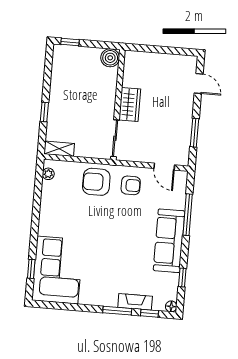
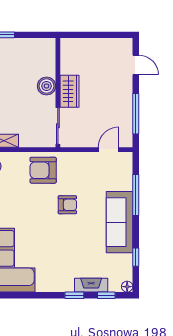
boiler: (110, 58) -> (46, 86), moved
window: (195, 133) -> (136, 114), width x1.44
door: (164, 167) -> (109, 150), swing flipped
armchair: (131, 185) -> (67, 205), moved
window: (117, 311) -> (74, 295), width x0.67

